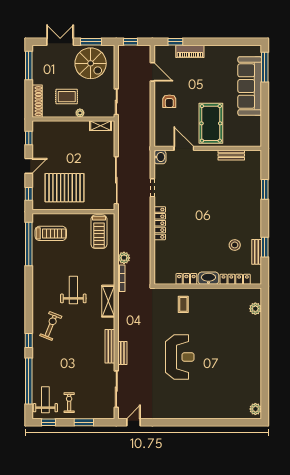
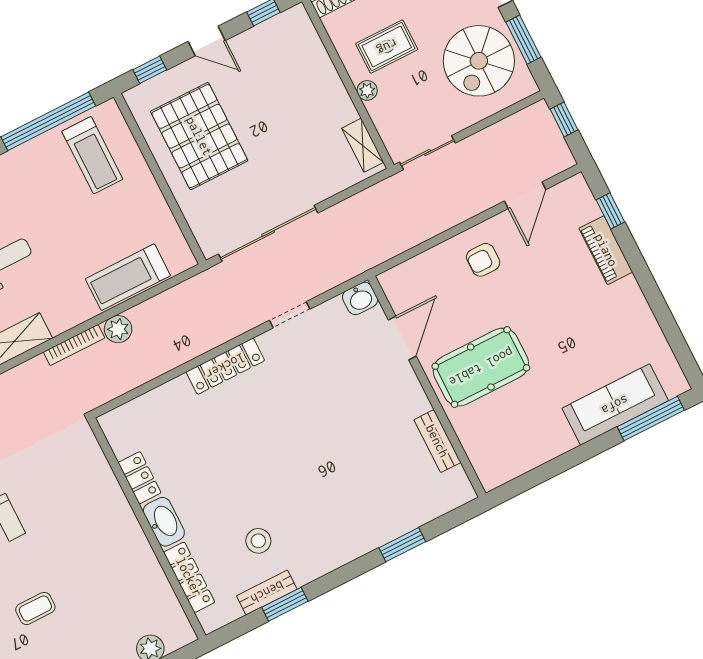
sofa: (250, 86) -> (615, 405), width x0.74, depth x0.79
rug: (67, 97) -> (387, 47), turned 90
treadmill: (99, 232) -> (128, 277), moved
coffee table: (183, 304) -> (35, 608), moved

